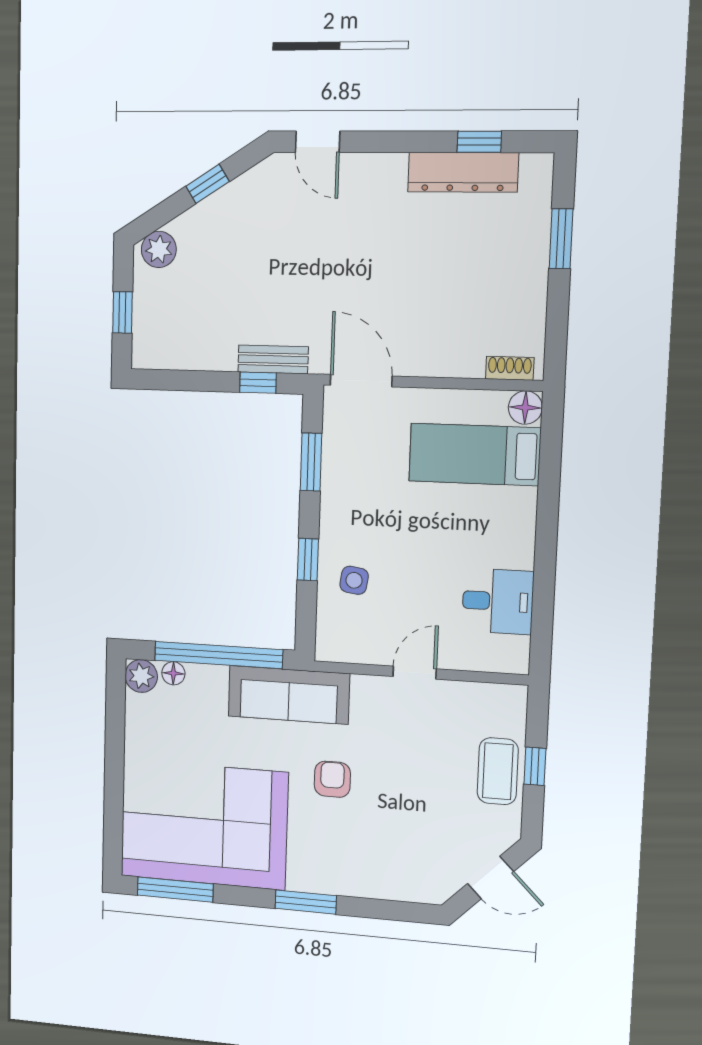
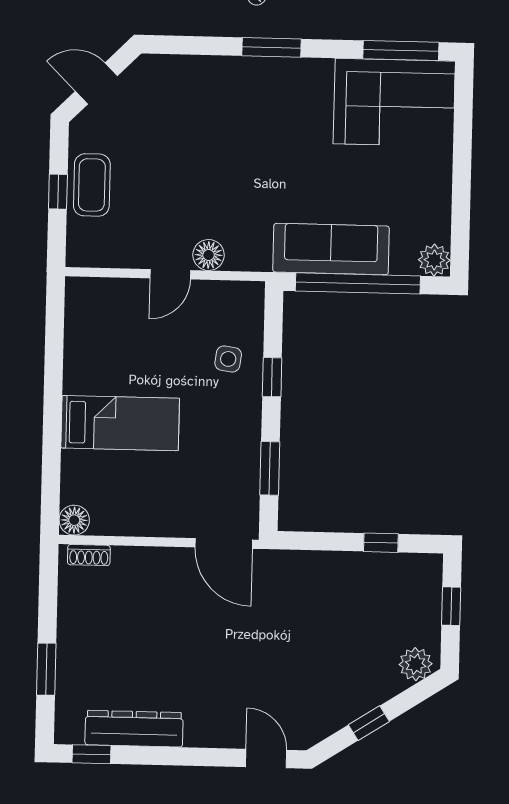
window: (479, 142) -> (91, 754), moved
bench: (273, 359) -> (306, 563), removed
window: (258, 383) -> (381, 543), moved
bed: (475, 455) -> (120, 423), moved
desk: (498, 601) -> (95, 344), removed
floor lamp: (173, 673) -> (209, 255), moved, width x1.37, depth x1.37
sofa: (289, 695) -> (331, 249), moved
armchair: (332, 779) -> (247, 169), removed
corner sofa: (204, 825) -> (394, 102), width x0.73, depth x0.74

